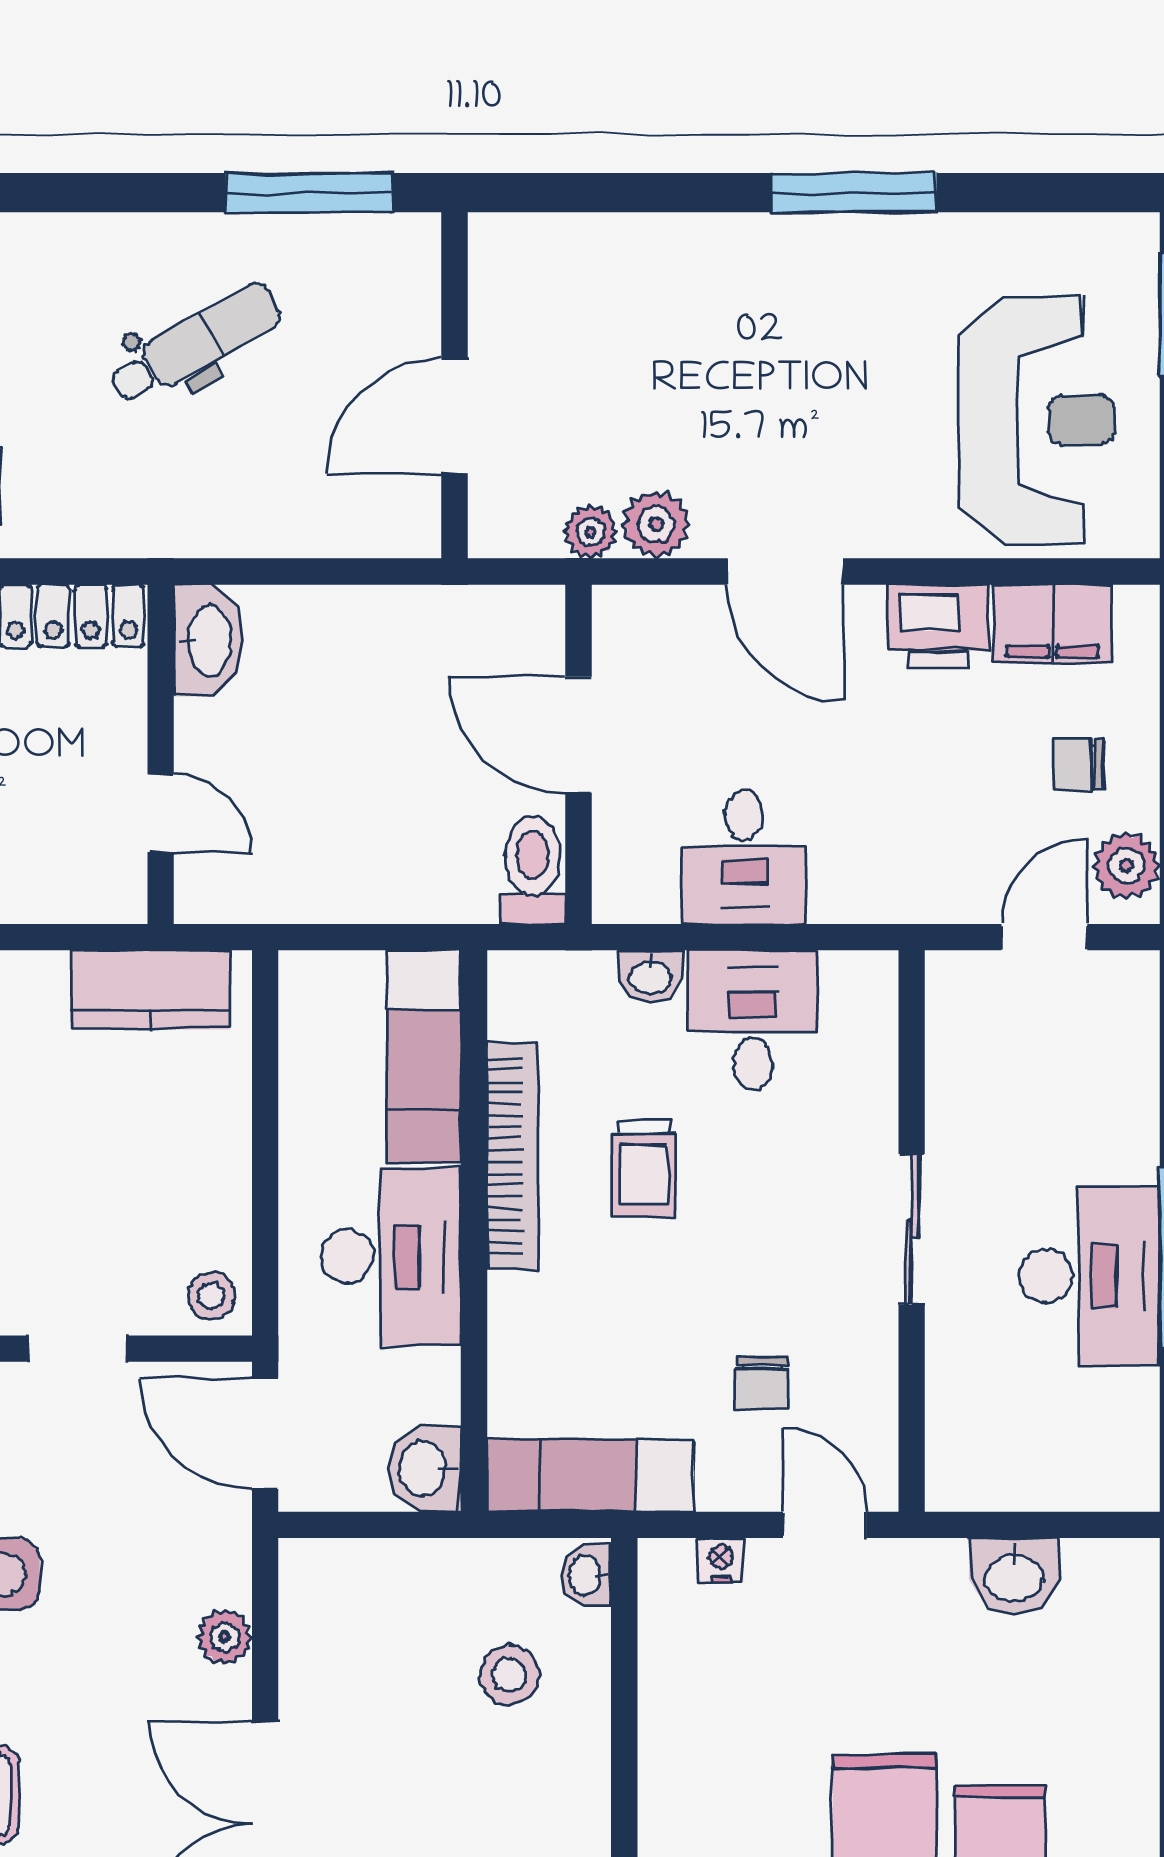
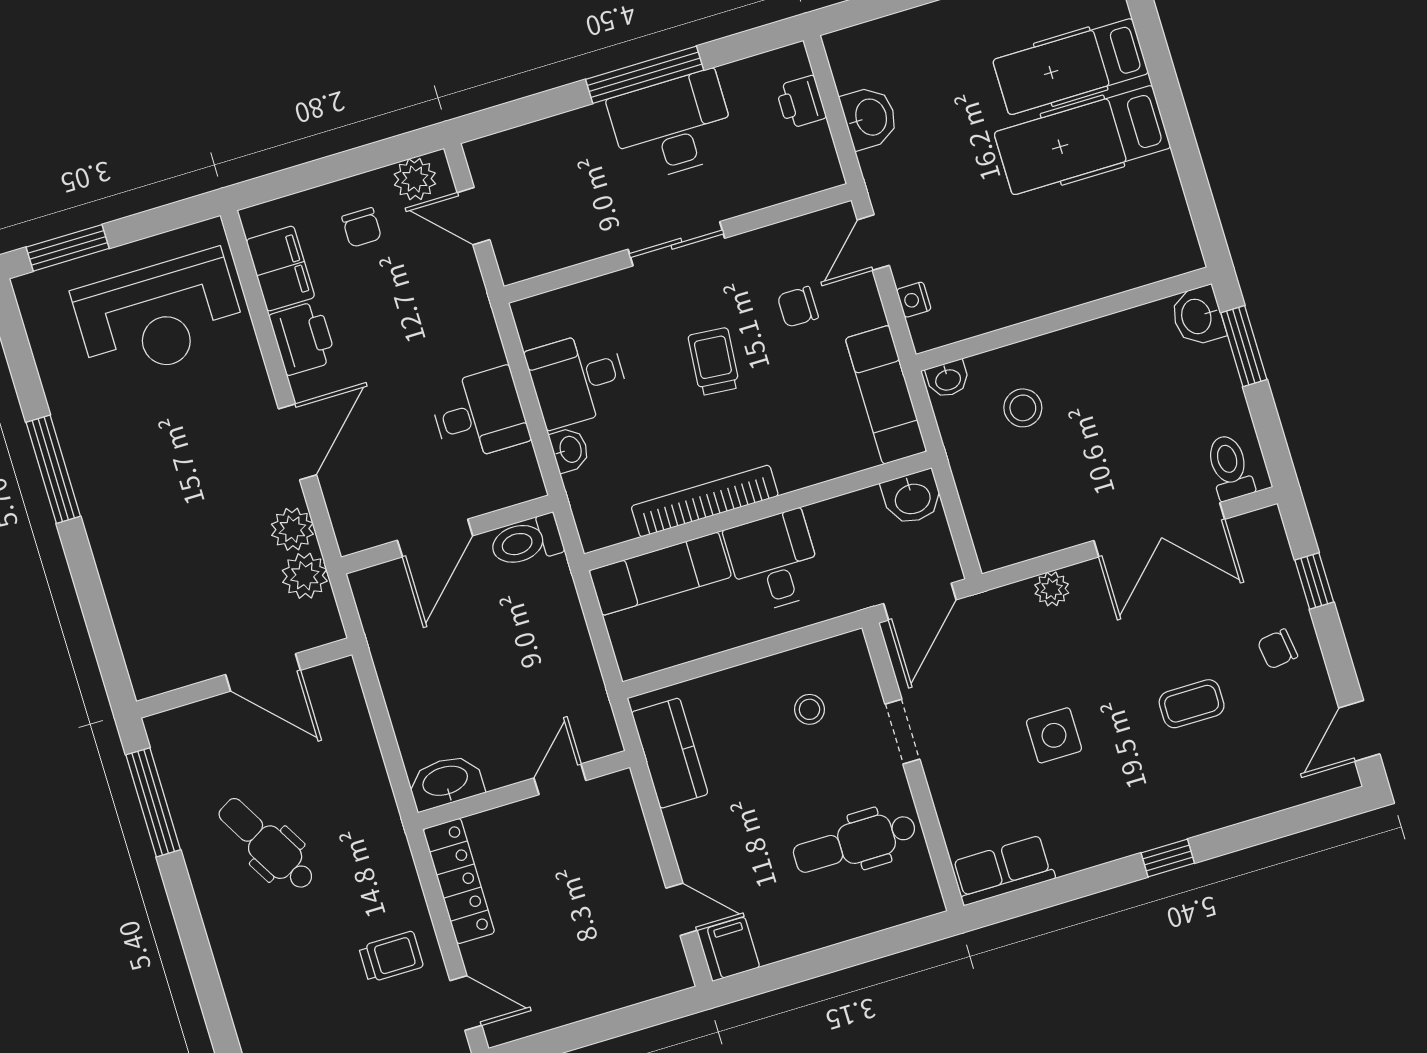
reception desk: (1036, 420) -> (159, 316), turned 180
plant: (590, 532) -> (305, 576), width x1.38, depth x1.38
trolley: (644, 1168) -> (714, 362), moved, turned -85
desk: (391, 1257) -> (774, 561), width x0.73
stool: (211, 1296) -> (809, 709), moved
chair: (762, 1383) -> (798, 307), turned 180
printer: (1068, 1480) -> (801, 102), added

